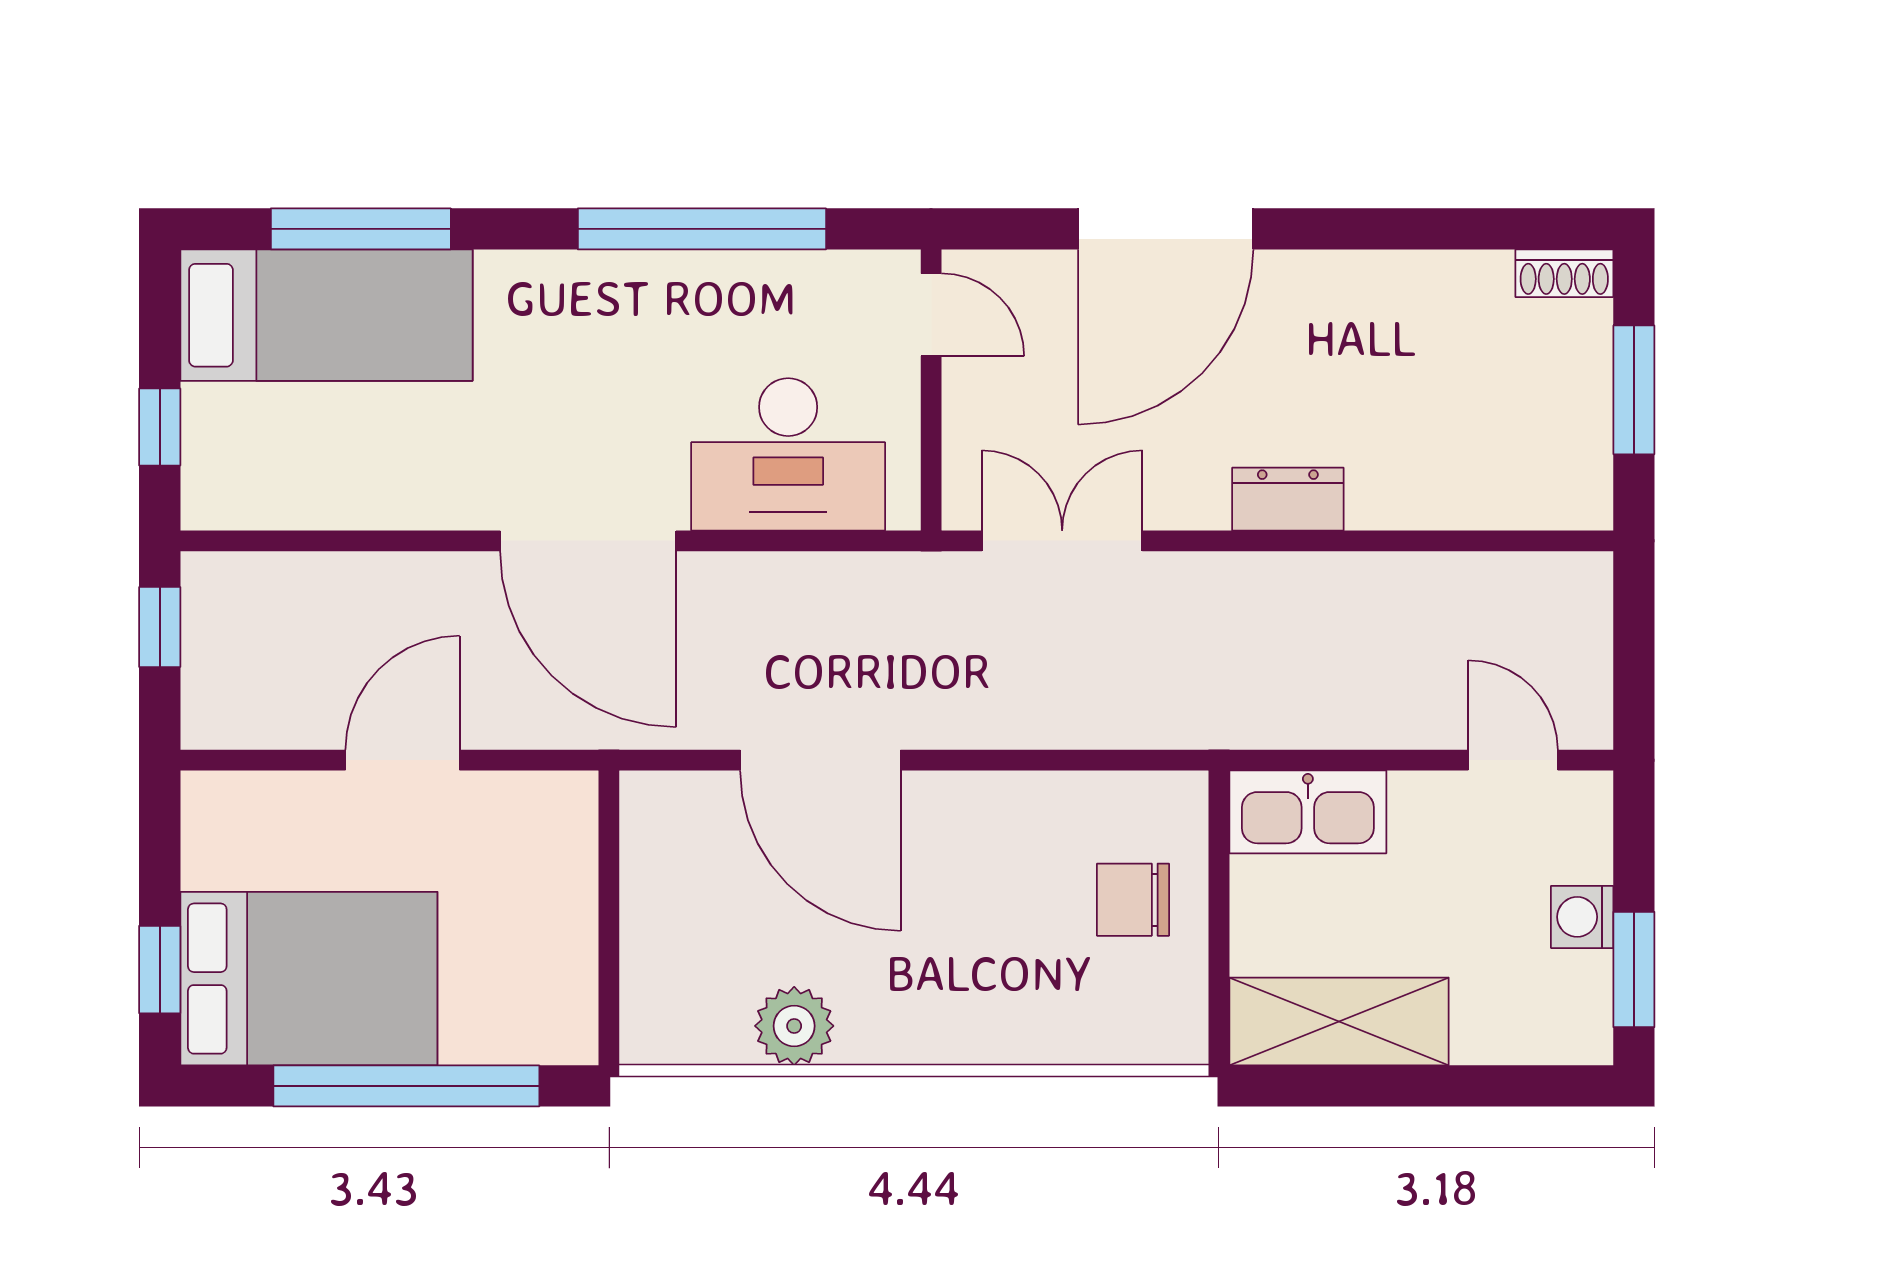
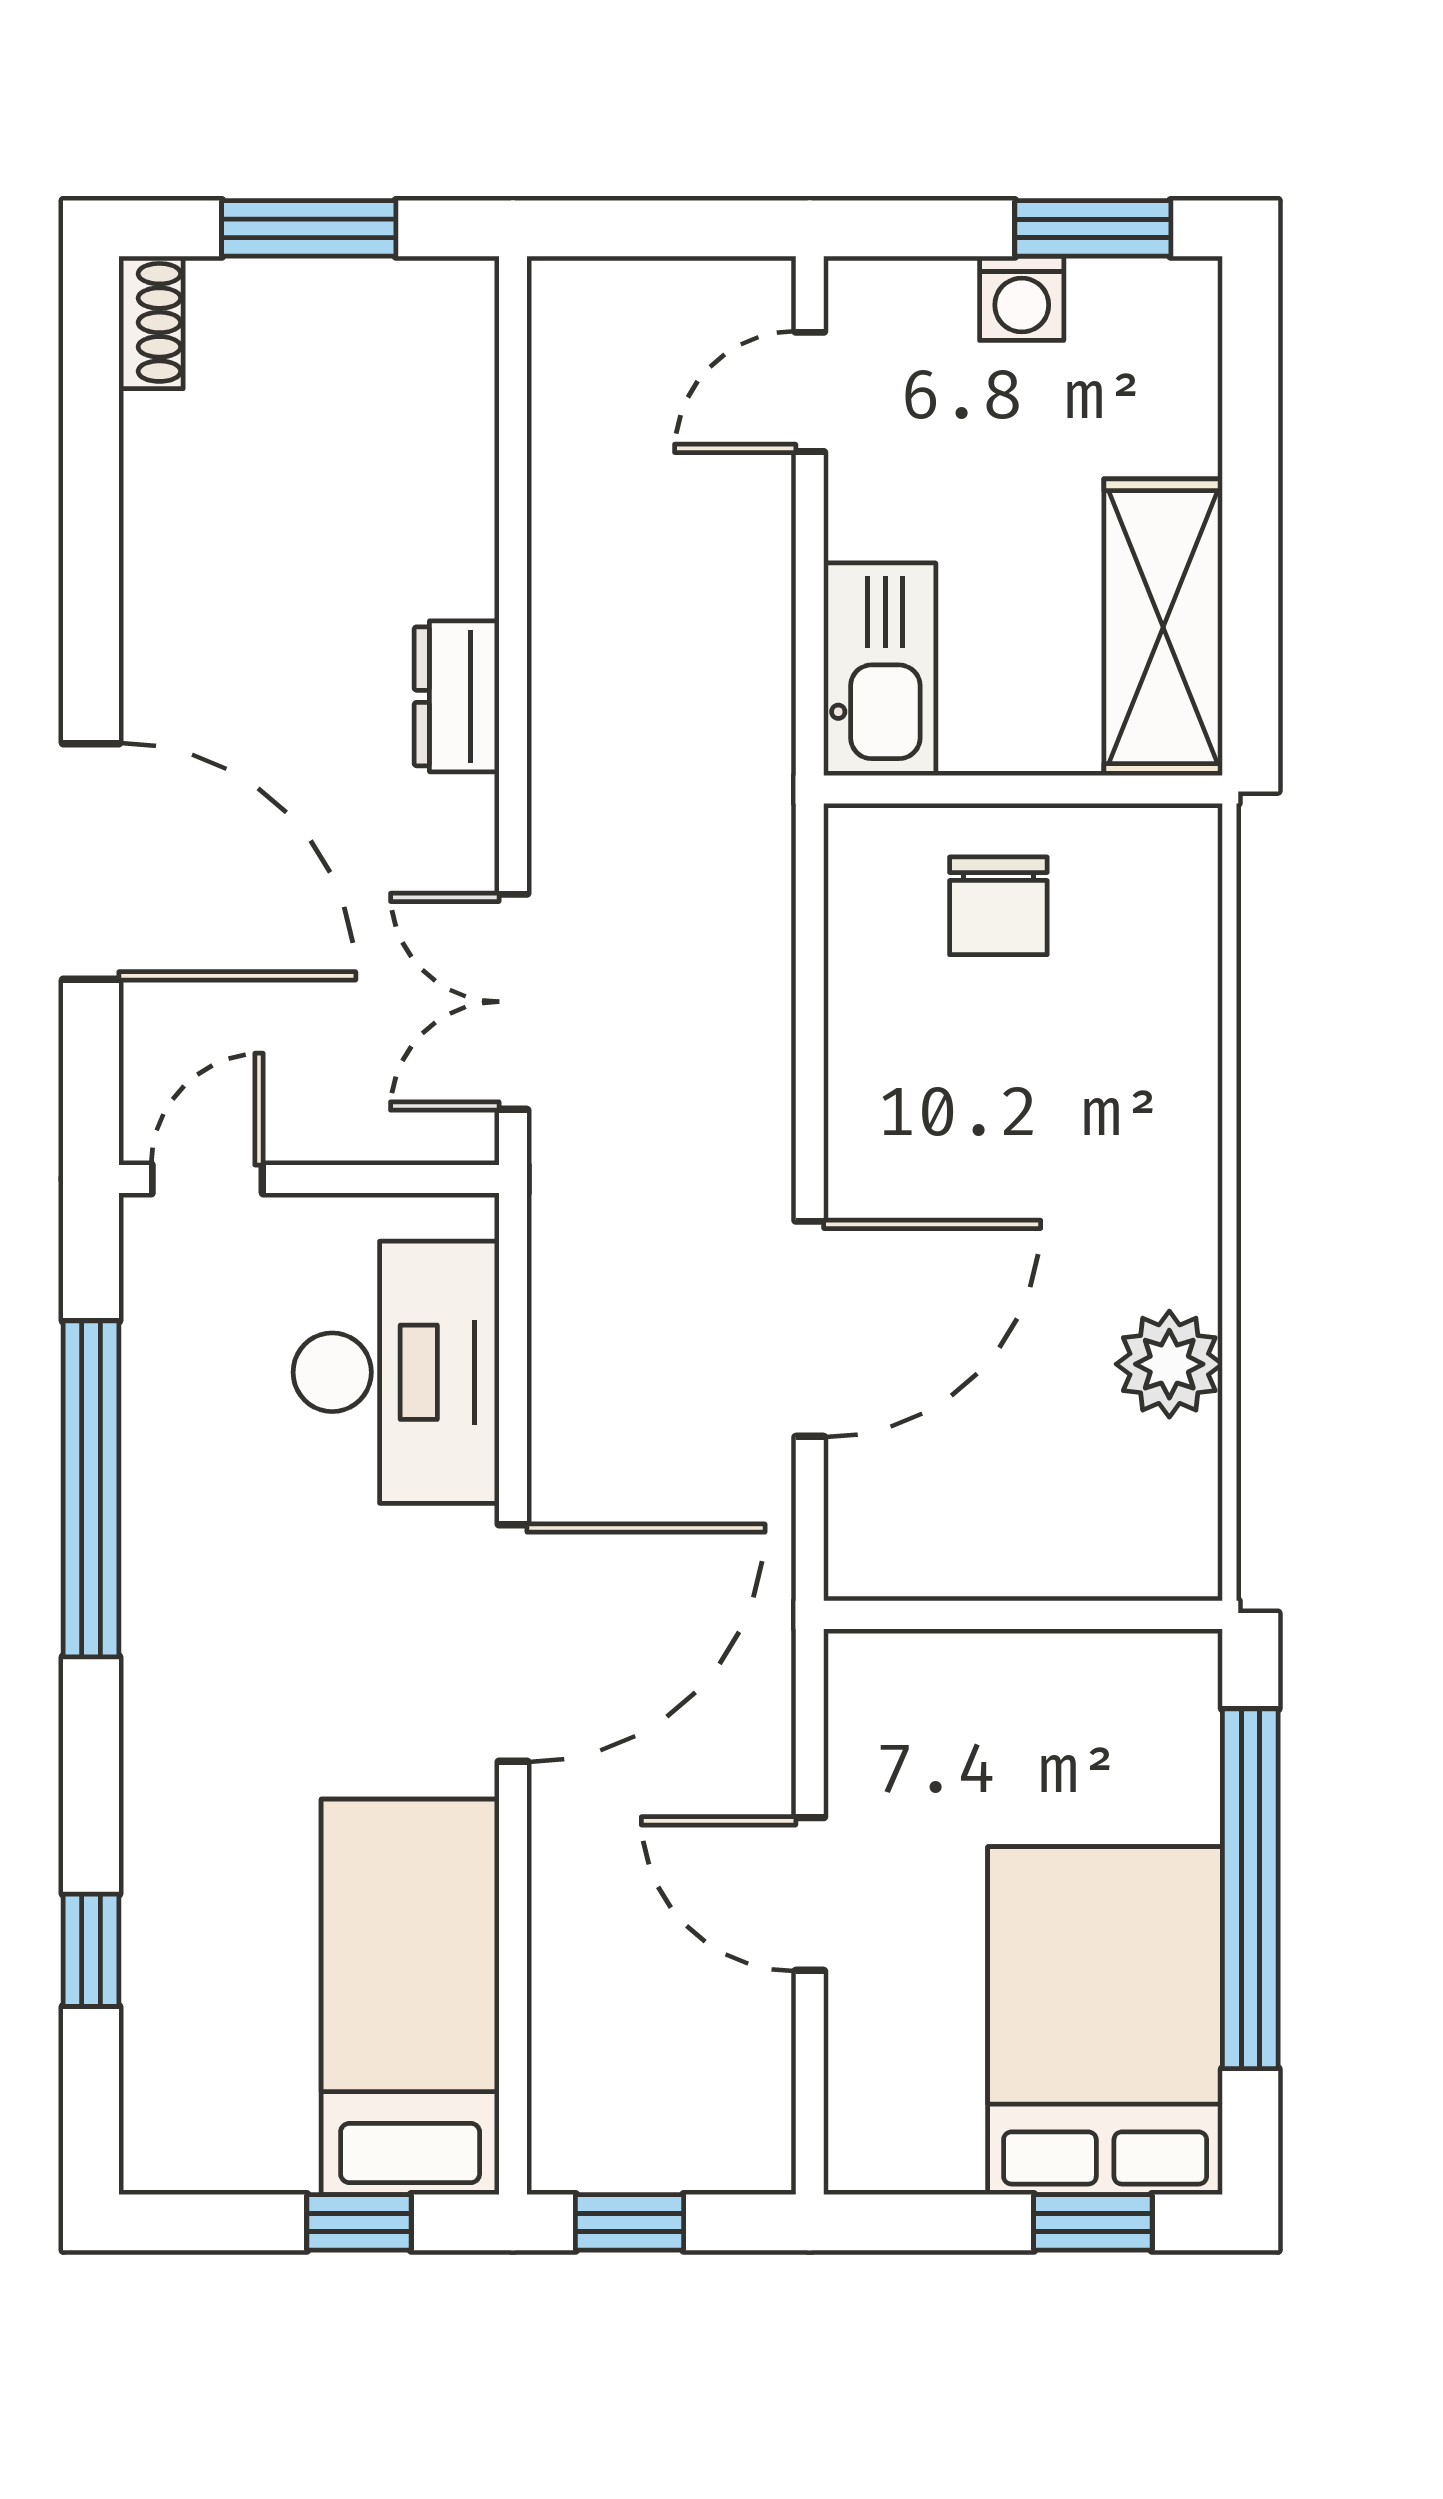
window: (361, 229) -> (91, 1950), width x0.46
bed: (326, 315) -> (410, 1997), moved

